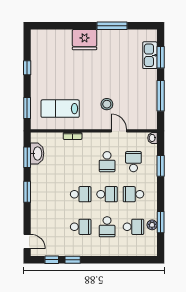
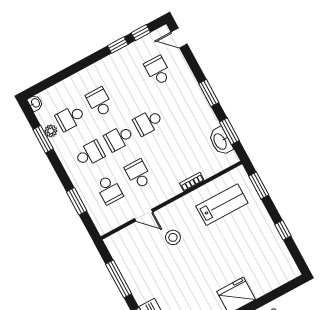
washbasin: (152, 138) -> (35, 103), moved
school desk: (81, 227) -> (158, 71), moved, turned 90

